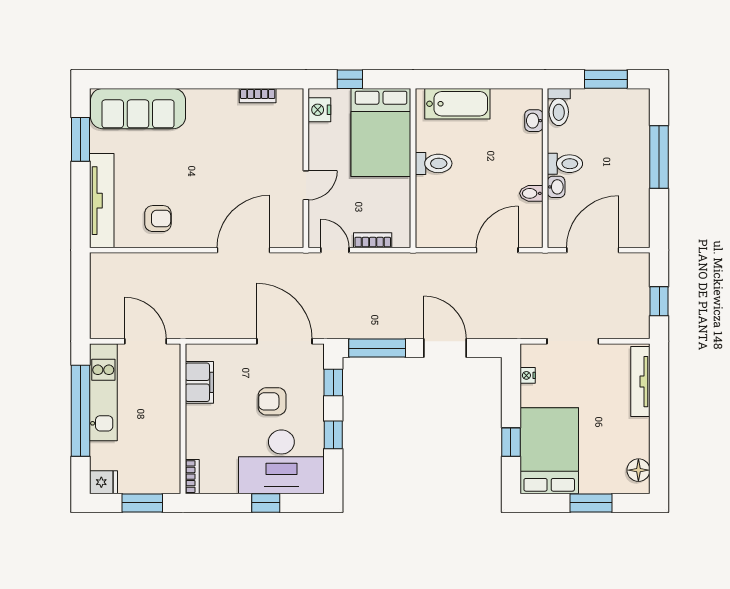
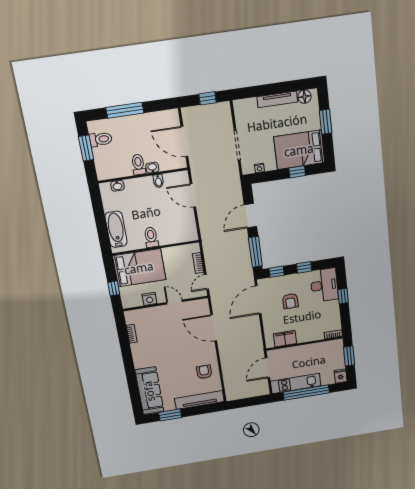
toilet: (559, 107) -> (101, 139), moved
nightstand: (319, 110) -> (149, 299), moved
tv unit: (640, 382) -> (277, 99), moved
desk: (281, 462) -> (324, 285), width x0.73, depth x0.77

